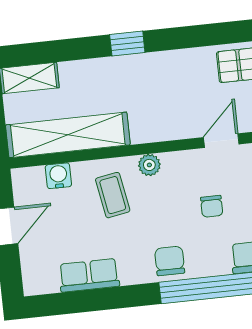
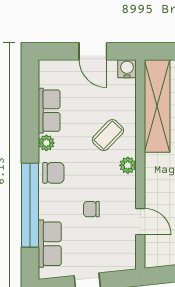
water cooler: (58, 176) -> (127, 69), moved, turned -90
coffee table: (113, 195) -> (108, 135), turned -36
plant: (131, 274) -> (46, 143), added

